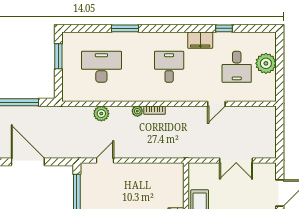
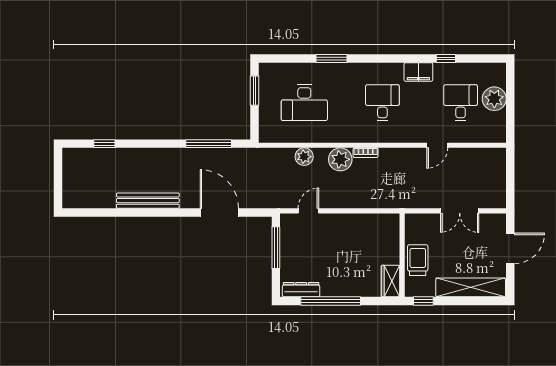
desk: (101, 67) -> (304, 103), turned 180
desk: (237, 67) -> (461, 103), turned 180
plant: (137, 111) -> (340, 159), width x1.88, depth x1.88

